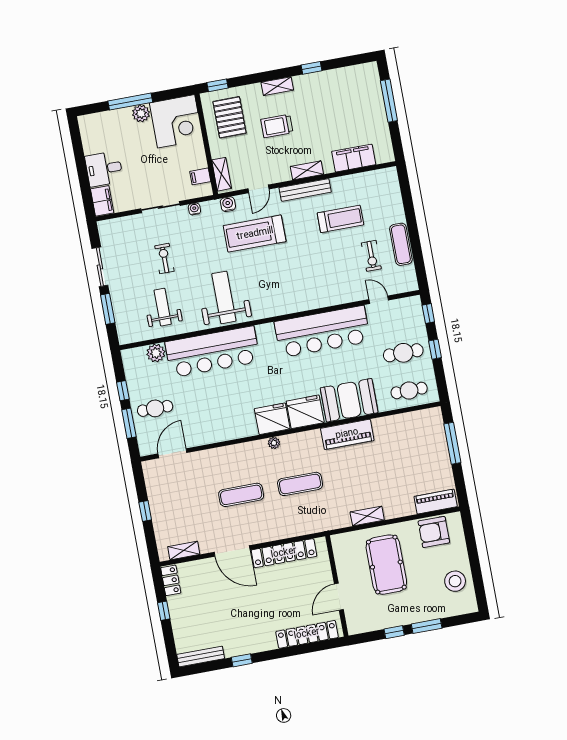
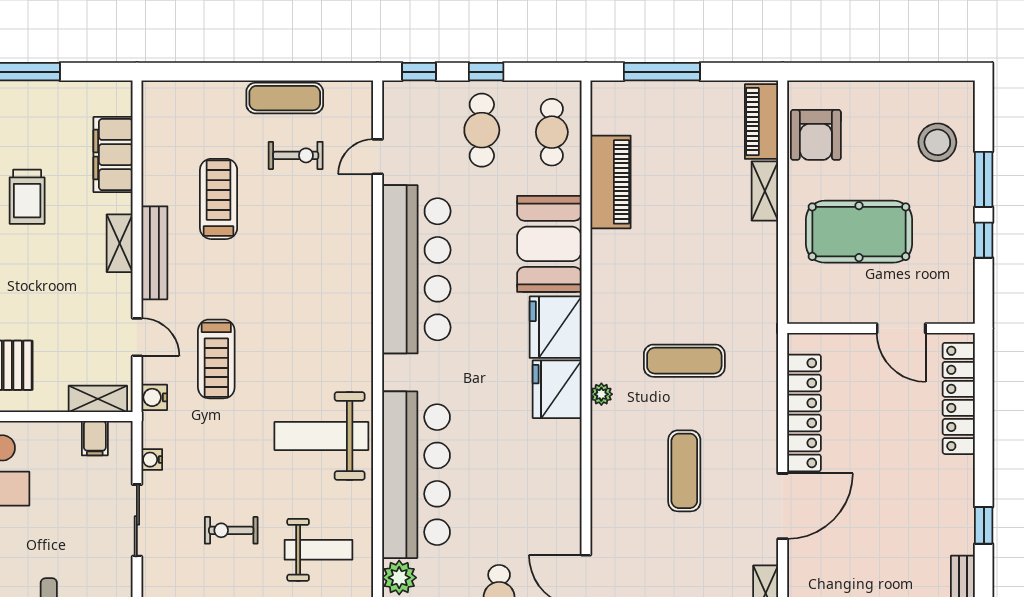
trolley: (277, 126) -> (27, 197), moved
treadmill: (255, 234) -> (216, 359), width x0.73, depth x0.73
weight bench: (163, 307) -> (318, 550), turned 180
piano: (347, 434) -> (611, 182), moved
exercise mat: (300, 484) -> (684, 361), turned 90
shelving: (367, 516) -> (765, 191), moved
stool: (455, 581) -> (937, 142), moved

